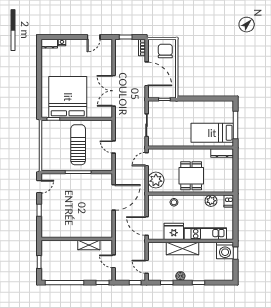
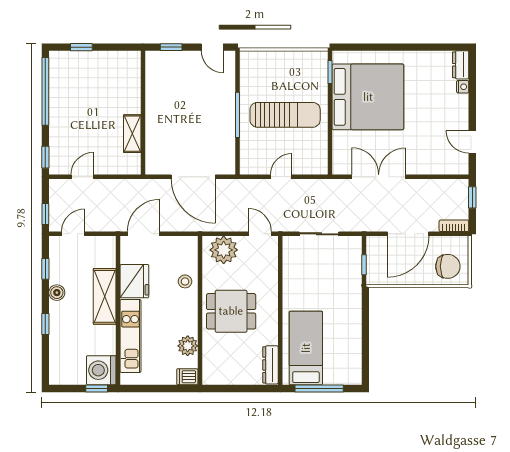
wall: (77, 239) -> (143, 113), moved
shelving: (89, 245) -> (132, 134), moved

